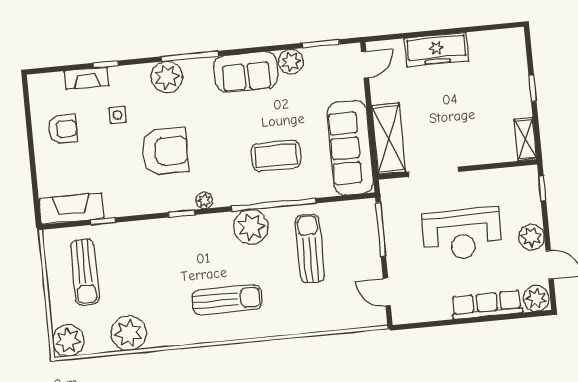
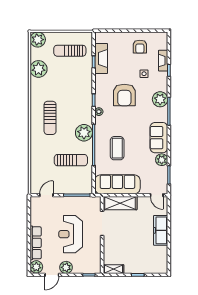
fireplace: (71, 209) -> (101, 58), moved

